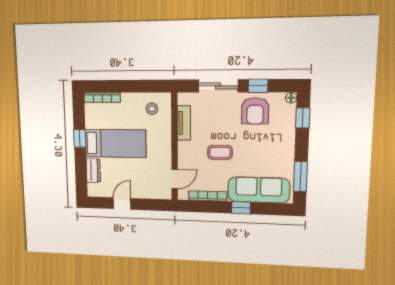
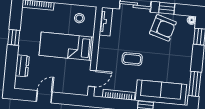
armchair: (255, 111) -> (163, 28), turned -74
tv unit: (184, 123) -> (106, 22), moved
bed: (115, 143) -> (66, 46), moved, turned 180

